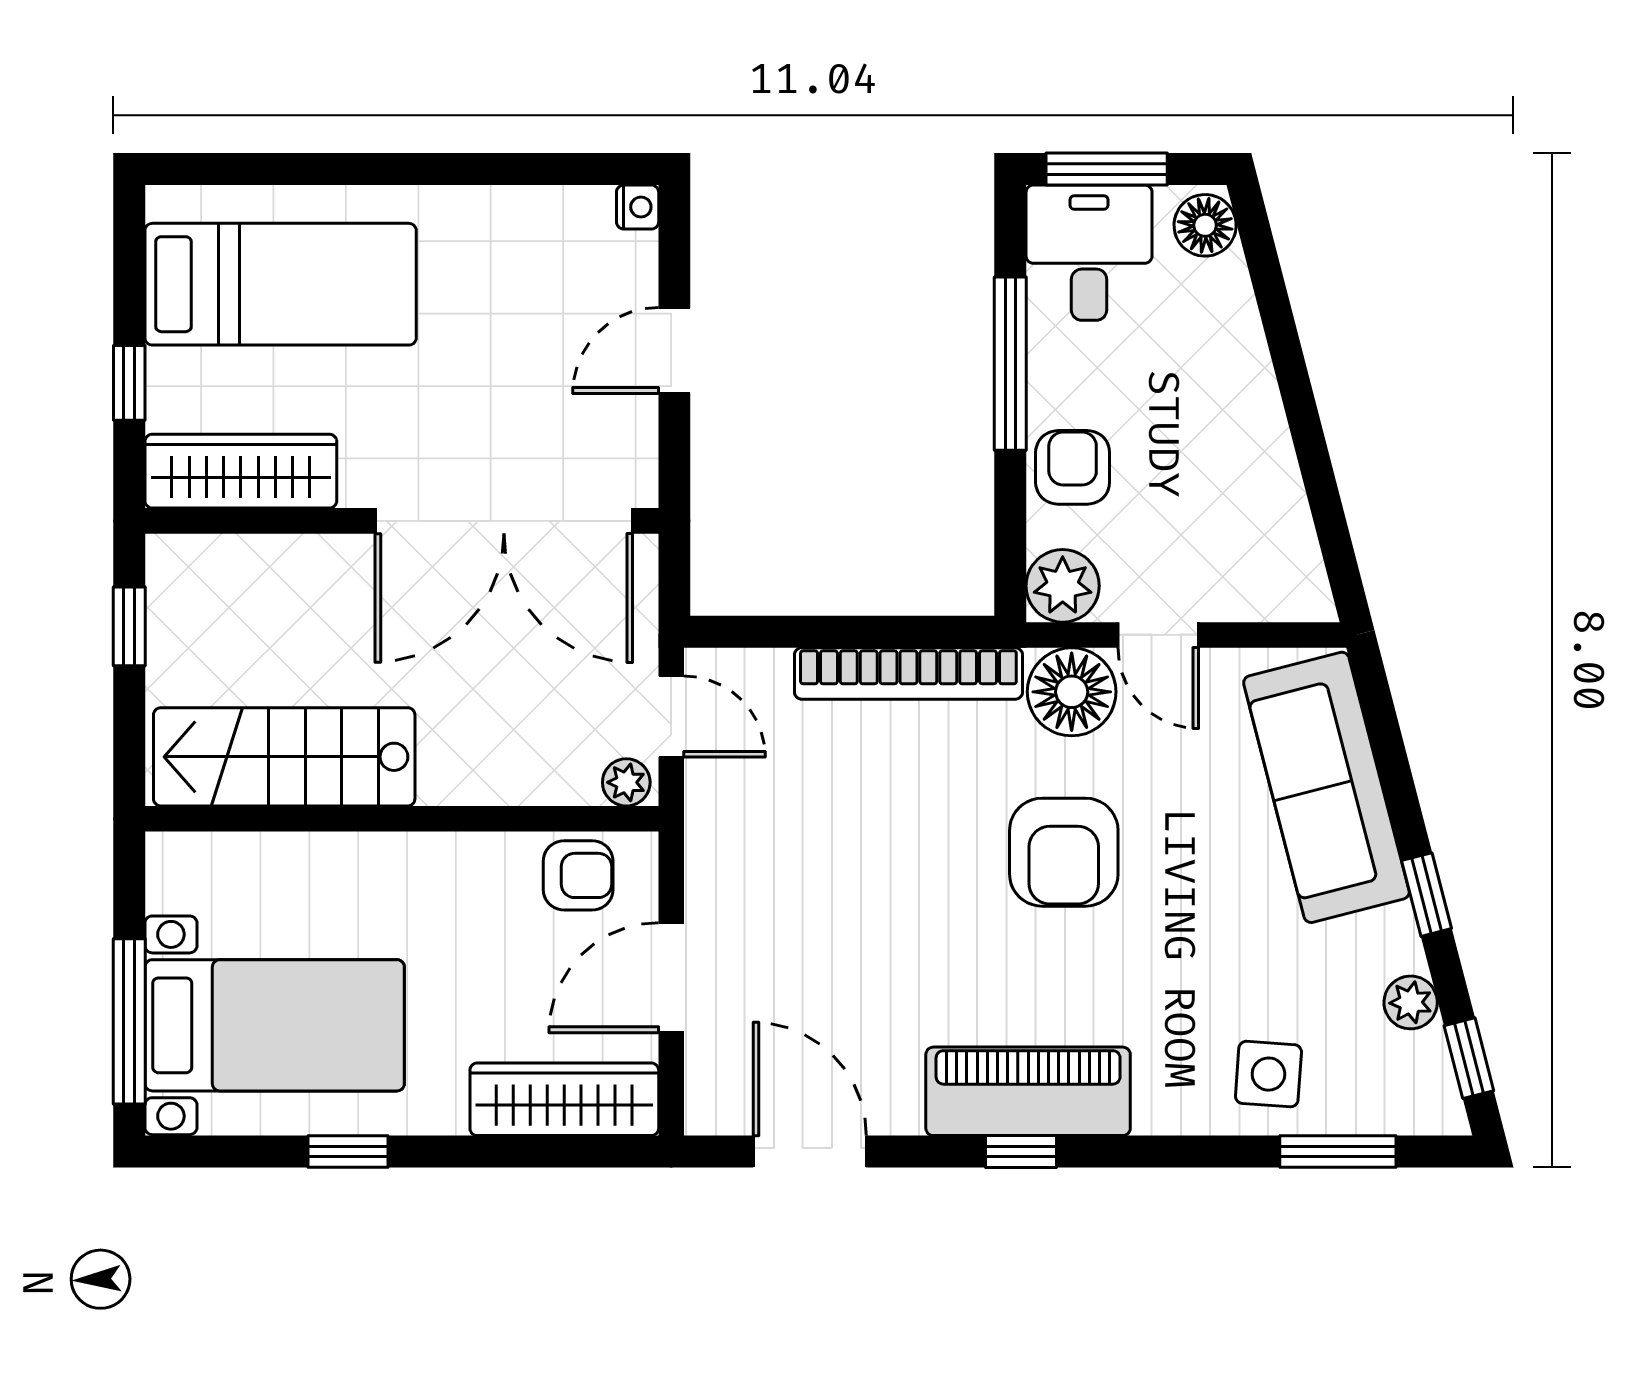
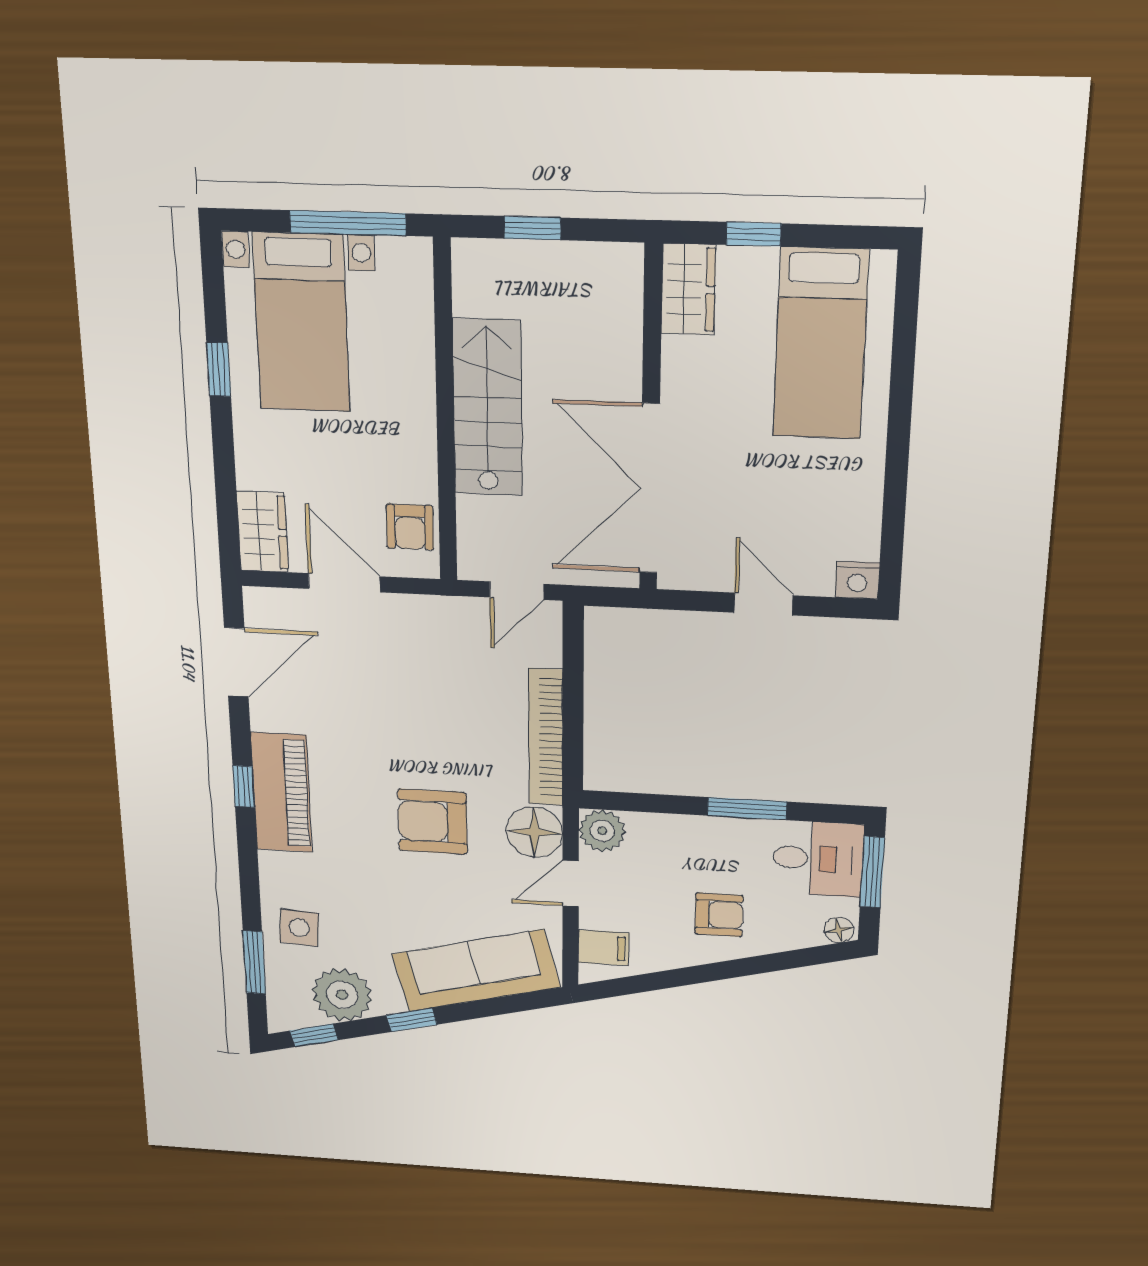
nightstand: (638, 207) -> (857, 580), width x1.39, depth x1.35
floor lamp: (1205, 225) -> (839, 930), width x0.73, depth x0.73
window: (1010, 364) -> (747, 809), width x0.69
armchair: (1073, 467) -> (719, 915), moved
wardrobe: (241, 471) -> (688, 289), width x0.67
filing cabinet: (1269, 582) -> (604, 948), added
window: (129, 626) -> (532, 228), moved
stairs: (284, 757) -> (488, 408), moved
plant: (626, 782) -> (472, 560), removed
plant: (1411, 1002) -> (342, 995), width x1.87, depth x1.87
window: (129, 1021) -> (348, 223), moved
wardrobe: (564, 1099) -> (262, 532), width x0.67

